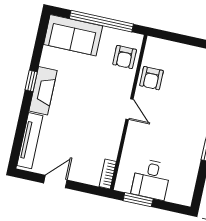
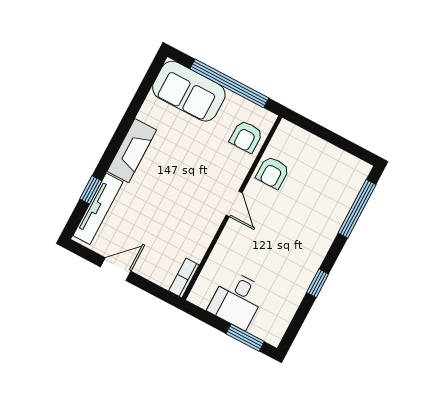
window: (31, 81) -> (91, 190), moved
window: (138, 200) -> (245, 338), moved

